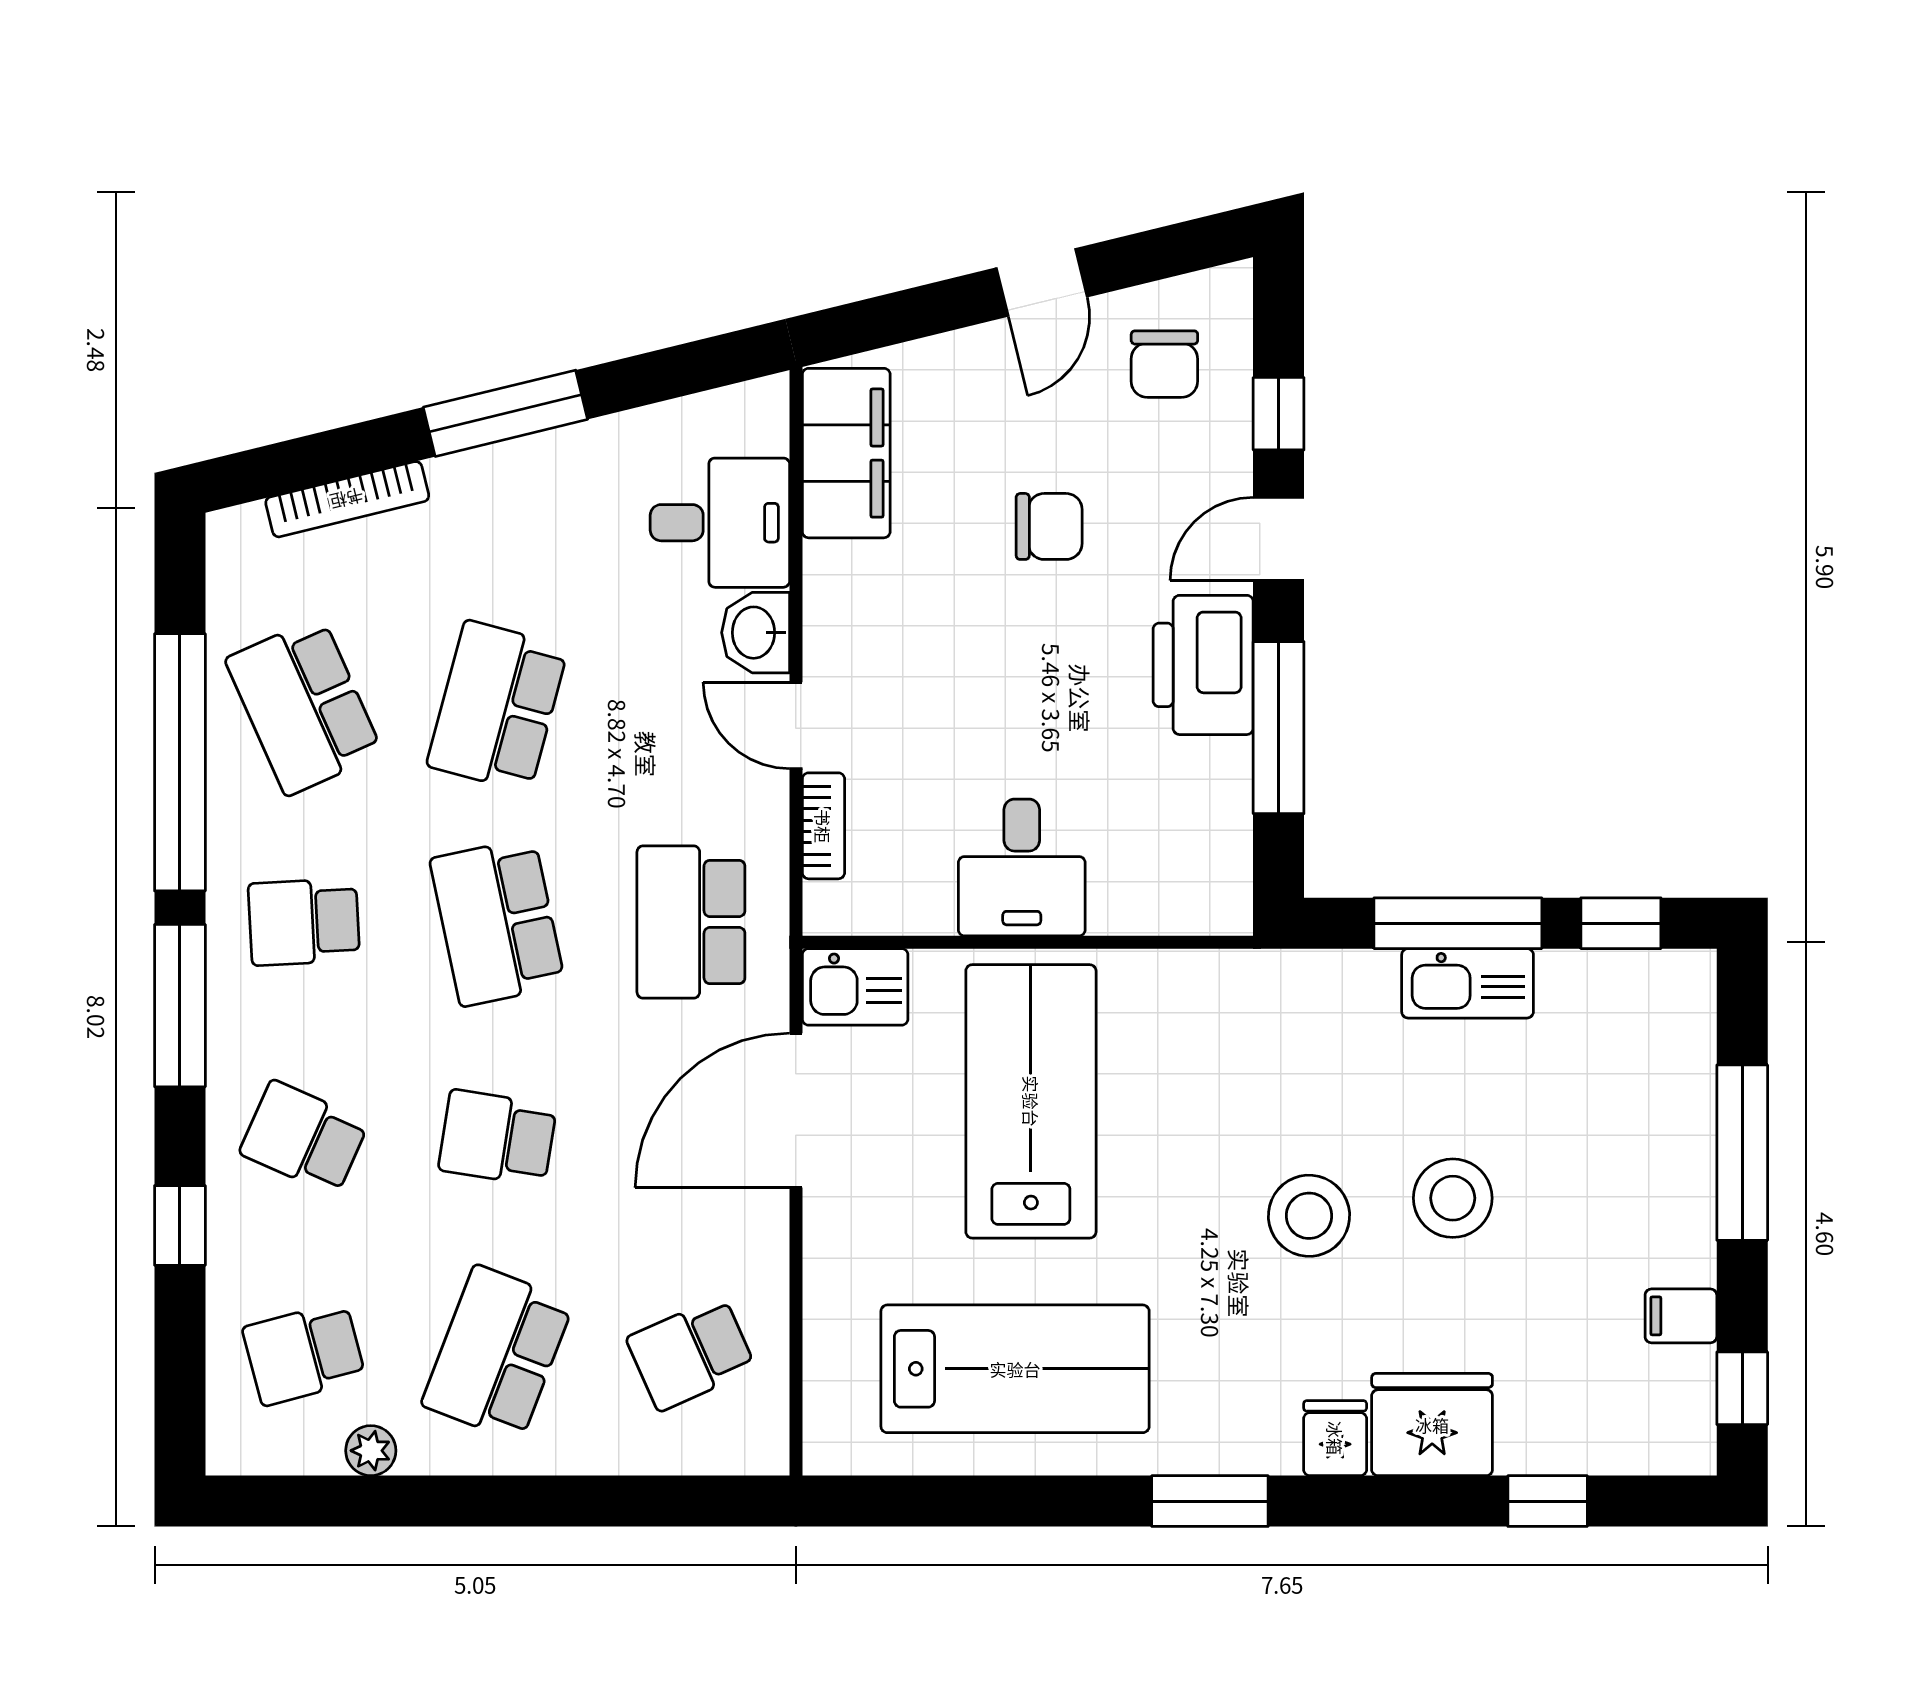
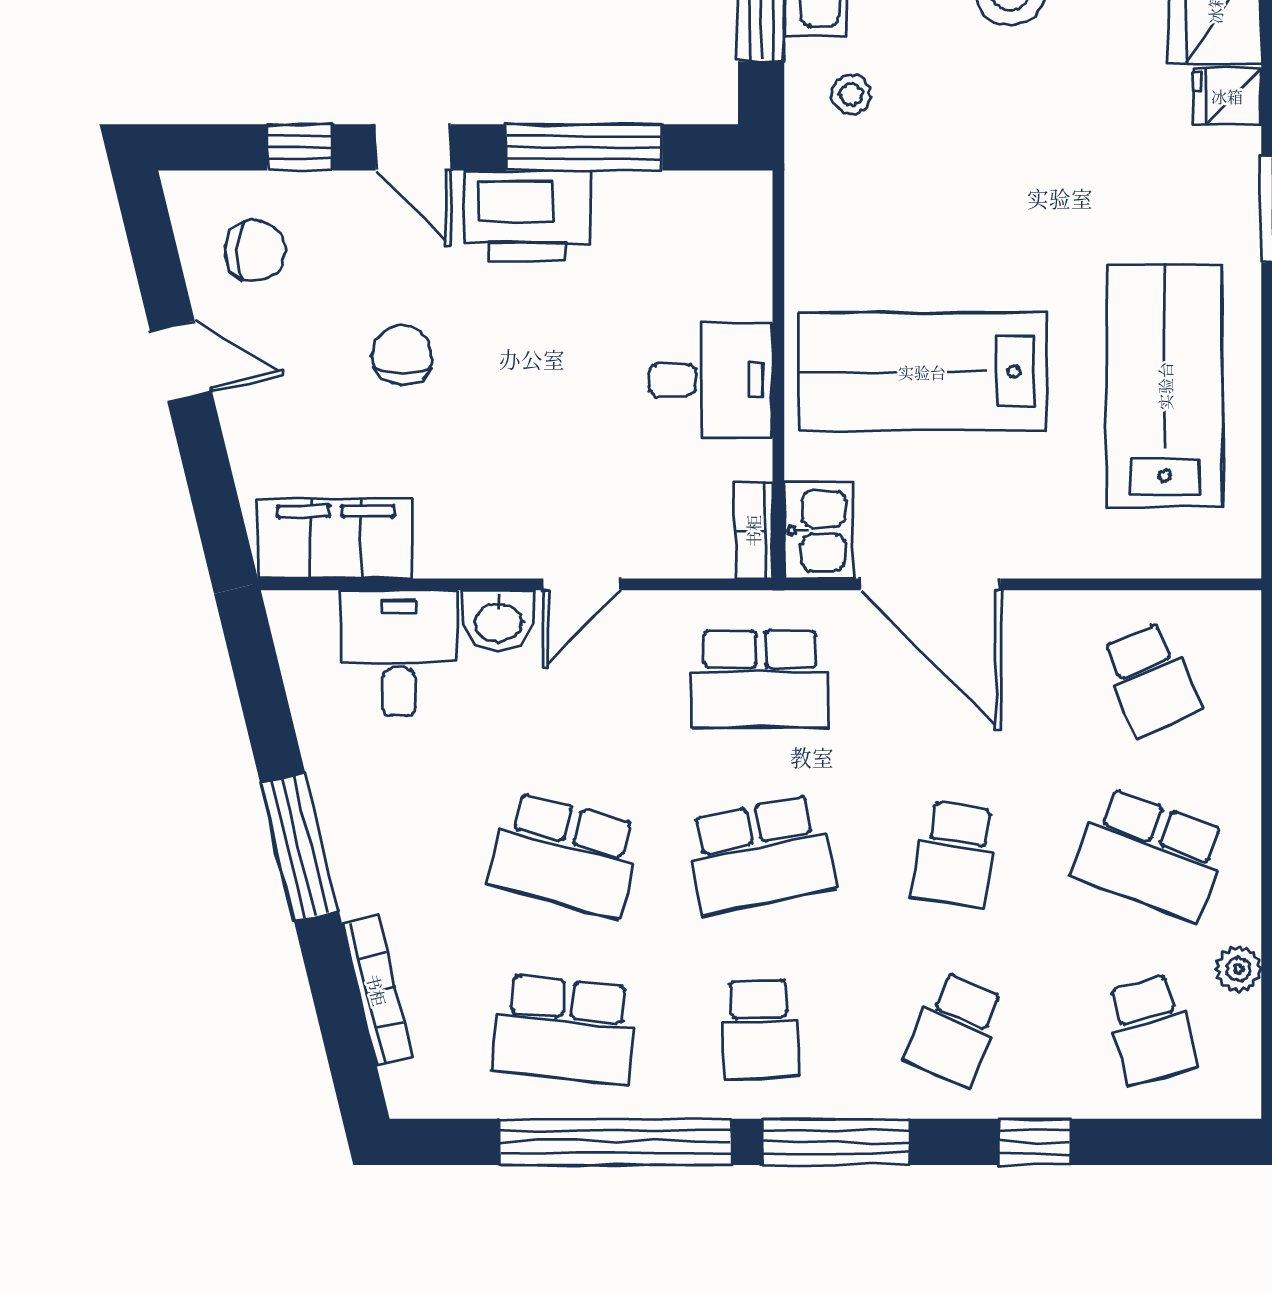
school desk: (304, 706) -> (565, 1030), turned 30
bookcase: (823, 826) -> (753, 531), moved, turned -90
stool: (1309, 1216) -> (851, 94), moved, width x0.53, depth x0.53

